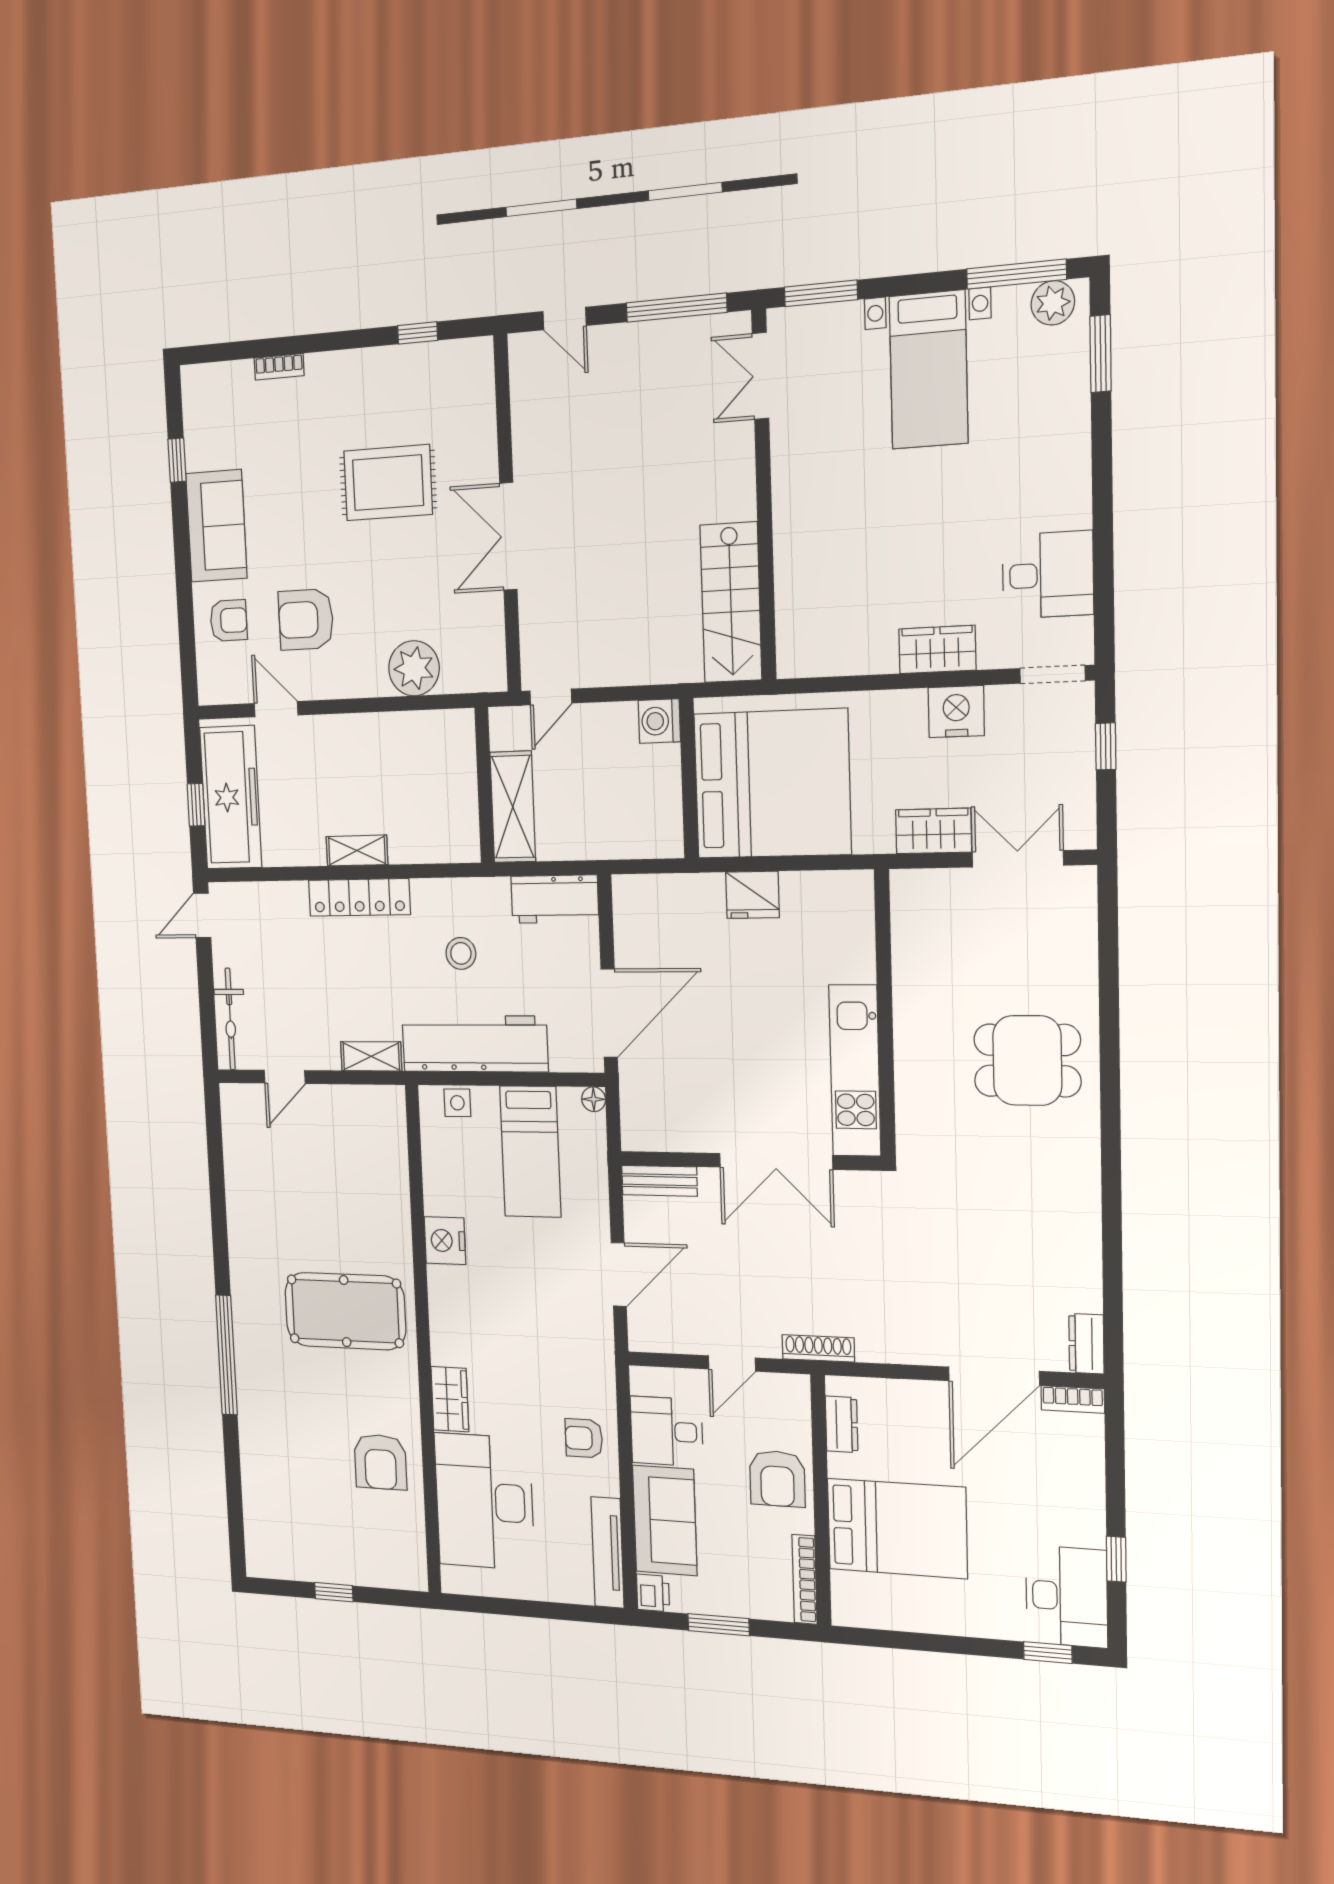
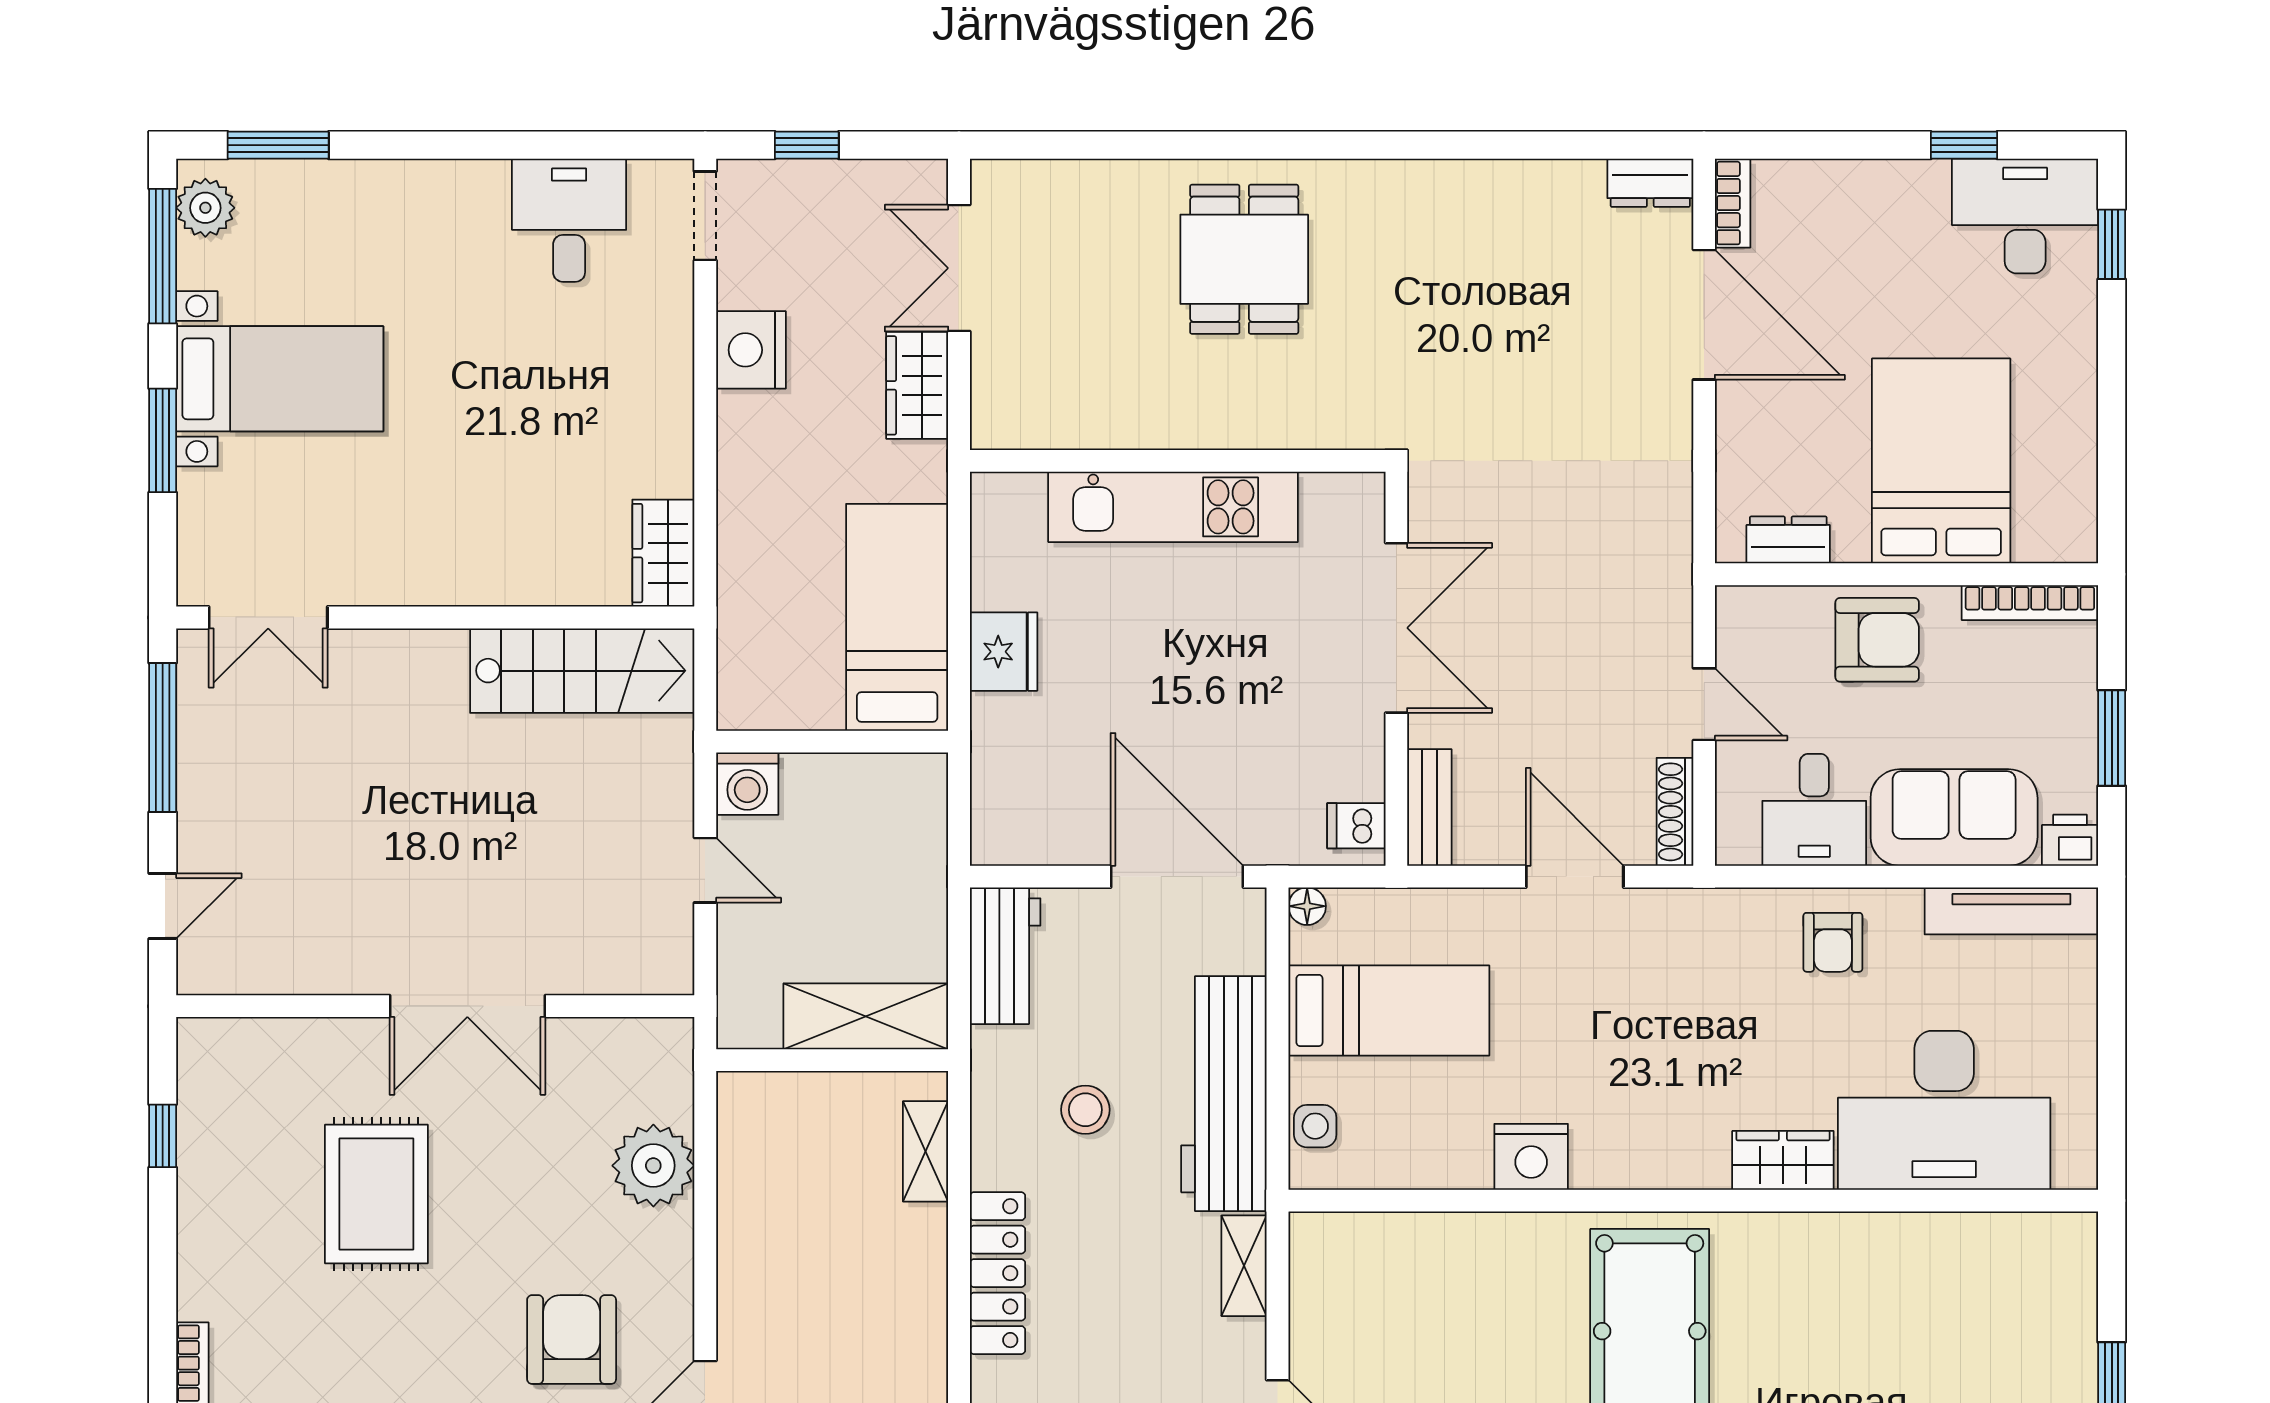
window: (821, 293) -> (163, 440), moved
armchair: (306, 620) -> (572, 1340), turned 180
wardrobe: (937, 649) -> (663, 553), moved
door: (551, 697) -> (705, 870), moved
bed: (772, 784) -> (897, 617), width x0.49
shelving: (357, 851) -> (926, 1151), moved
kitchen unit: (855, 1071) -> (1173, 507), moved
dishwasher: (646, 1132) -> (1356, 826), added
shoe rack: (818, 1348) -> (1675, 812), moved
armchair: (380, 1462) -> (1891, 1283), removed

